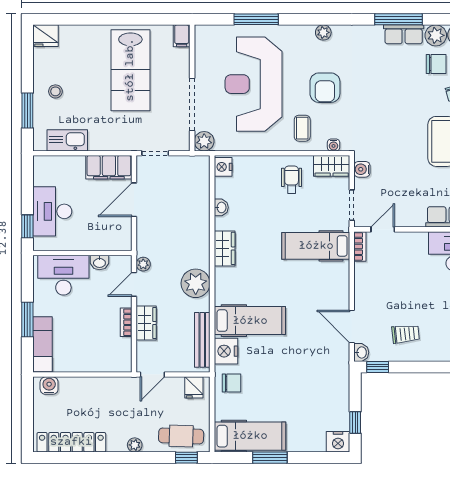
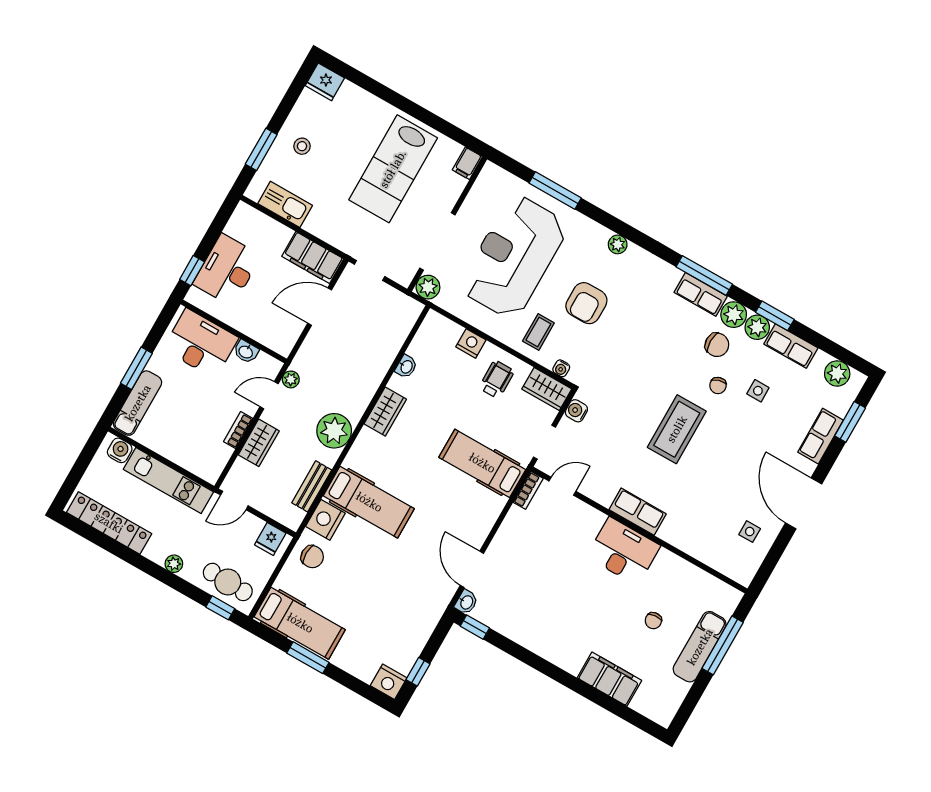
nightstand: (223, 167) -> (471, 343), moved, turned 90
trolley: (406, 334) -> (524, 609), removed
bench: (202, 340) -> (312, 486), width x0.73
kitchen unit: (97, 387) -> (168, 481), added

